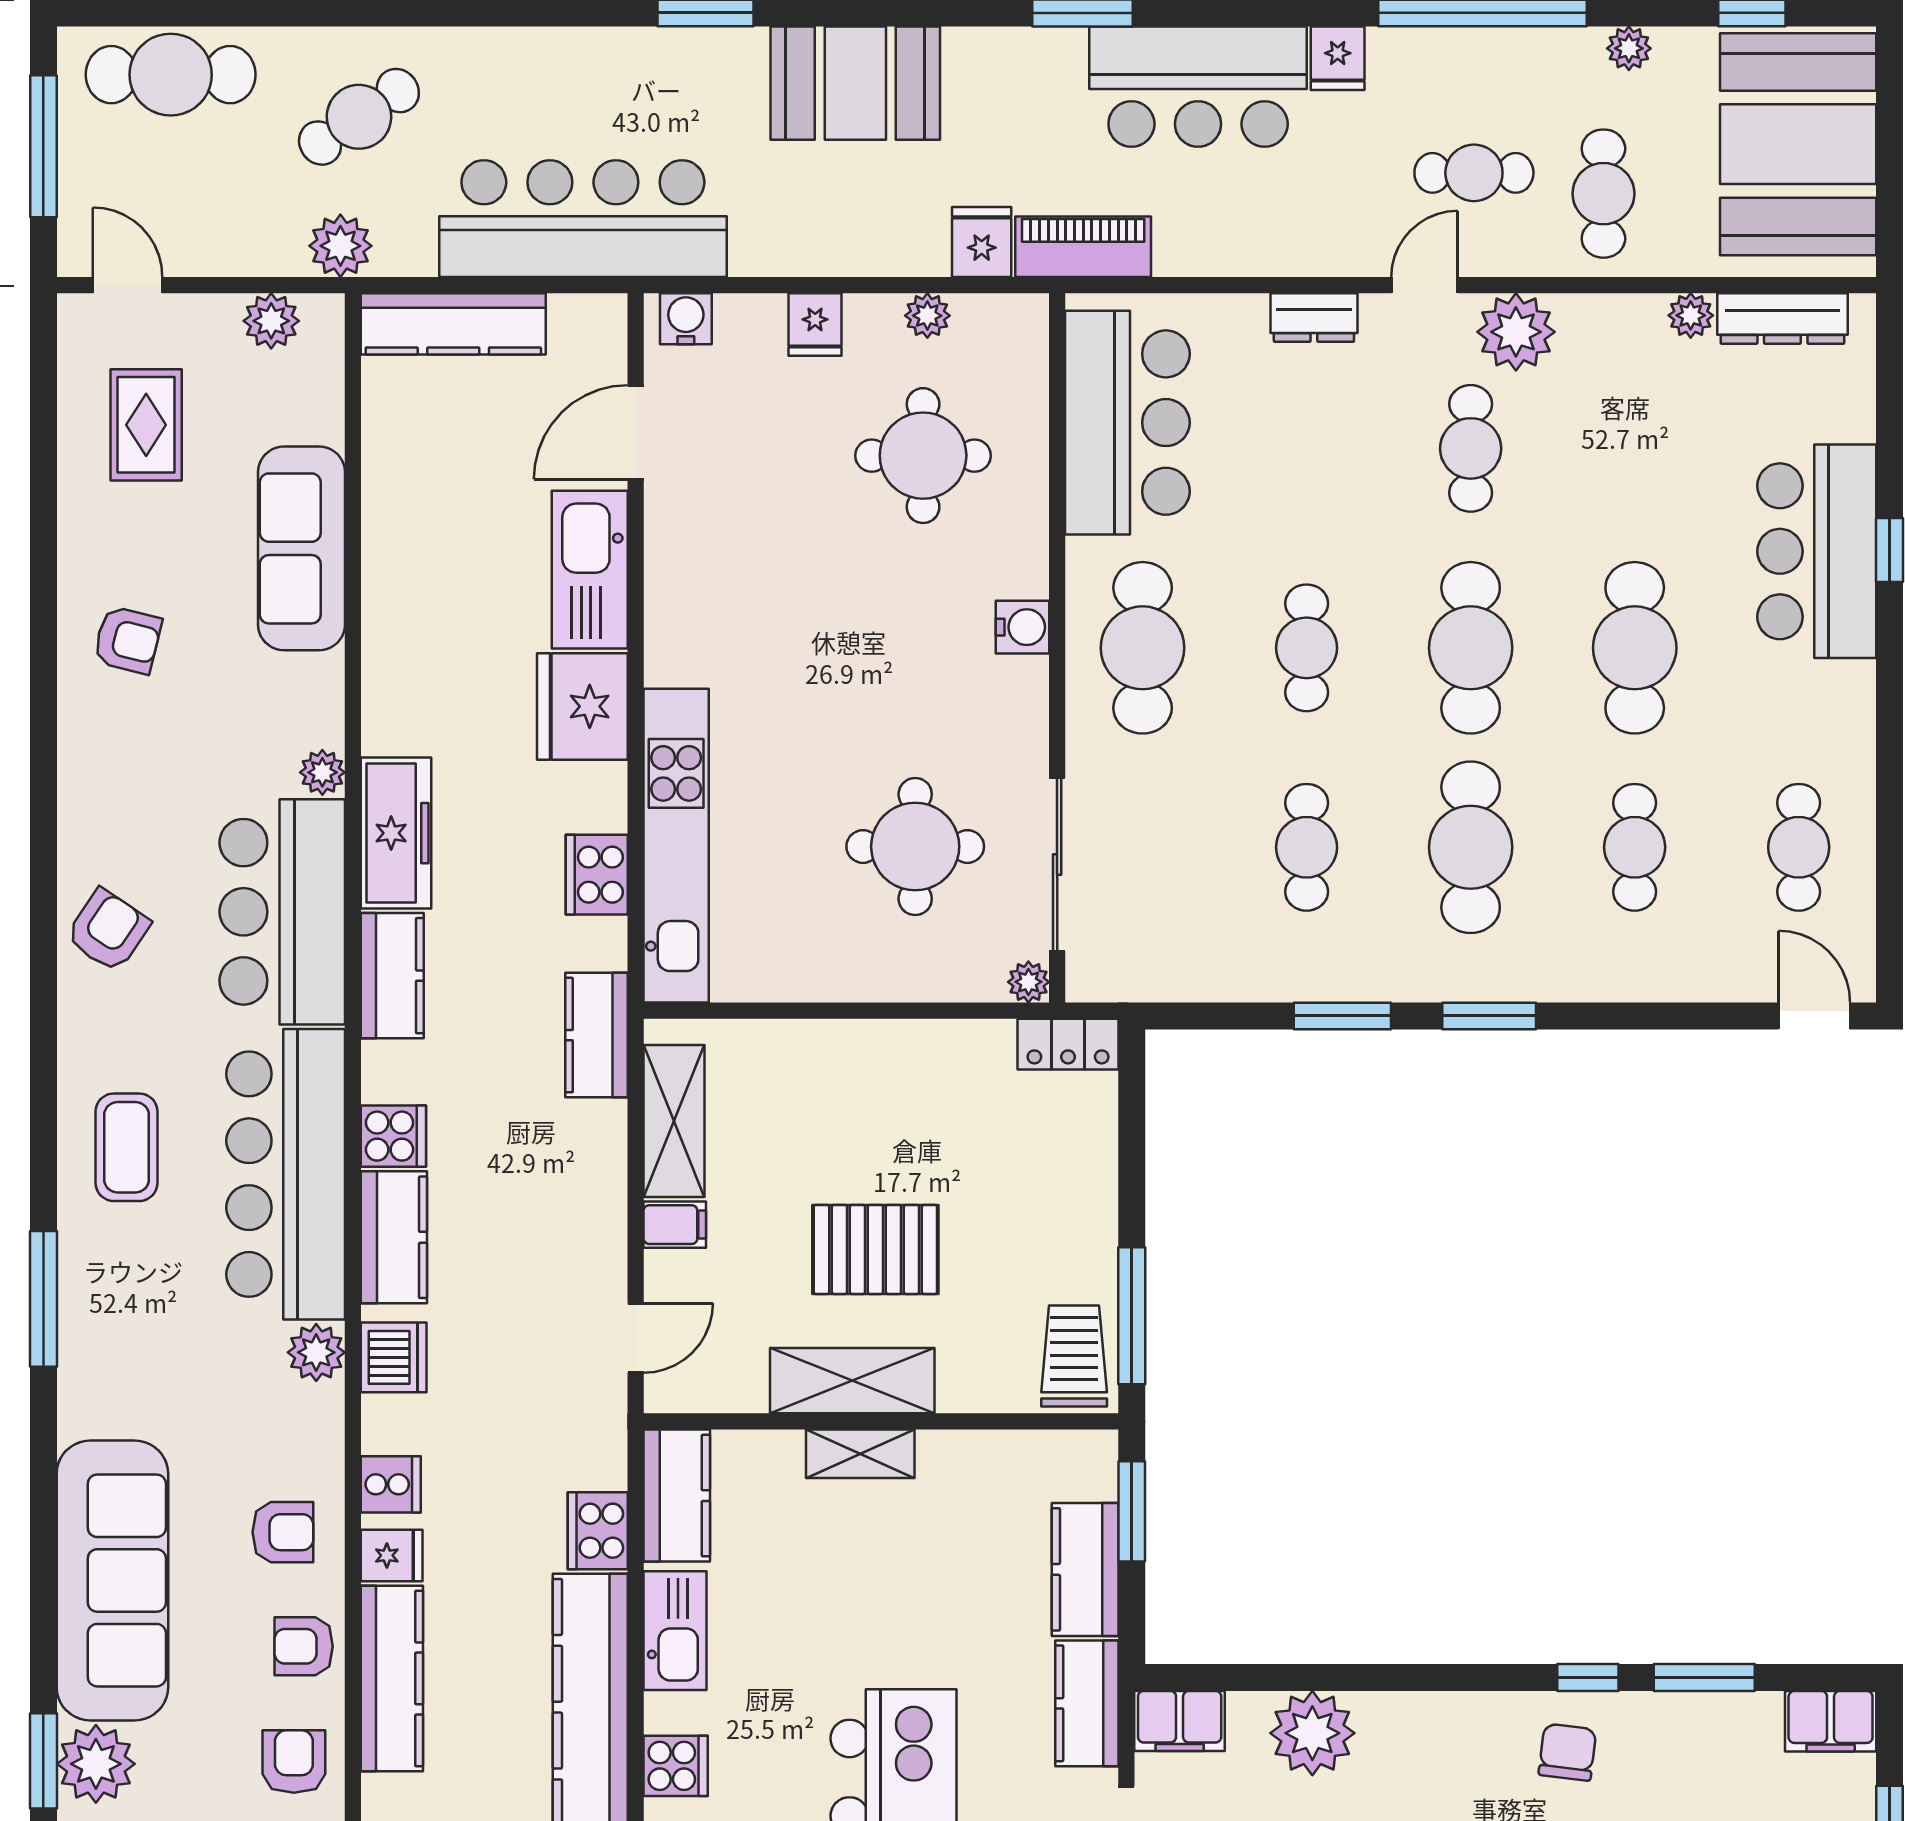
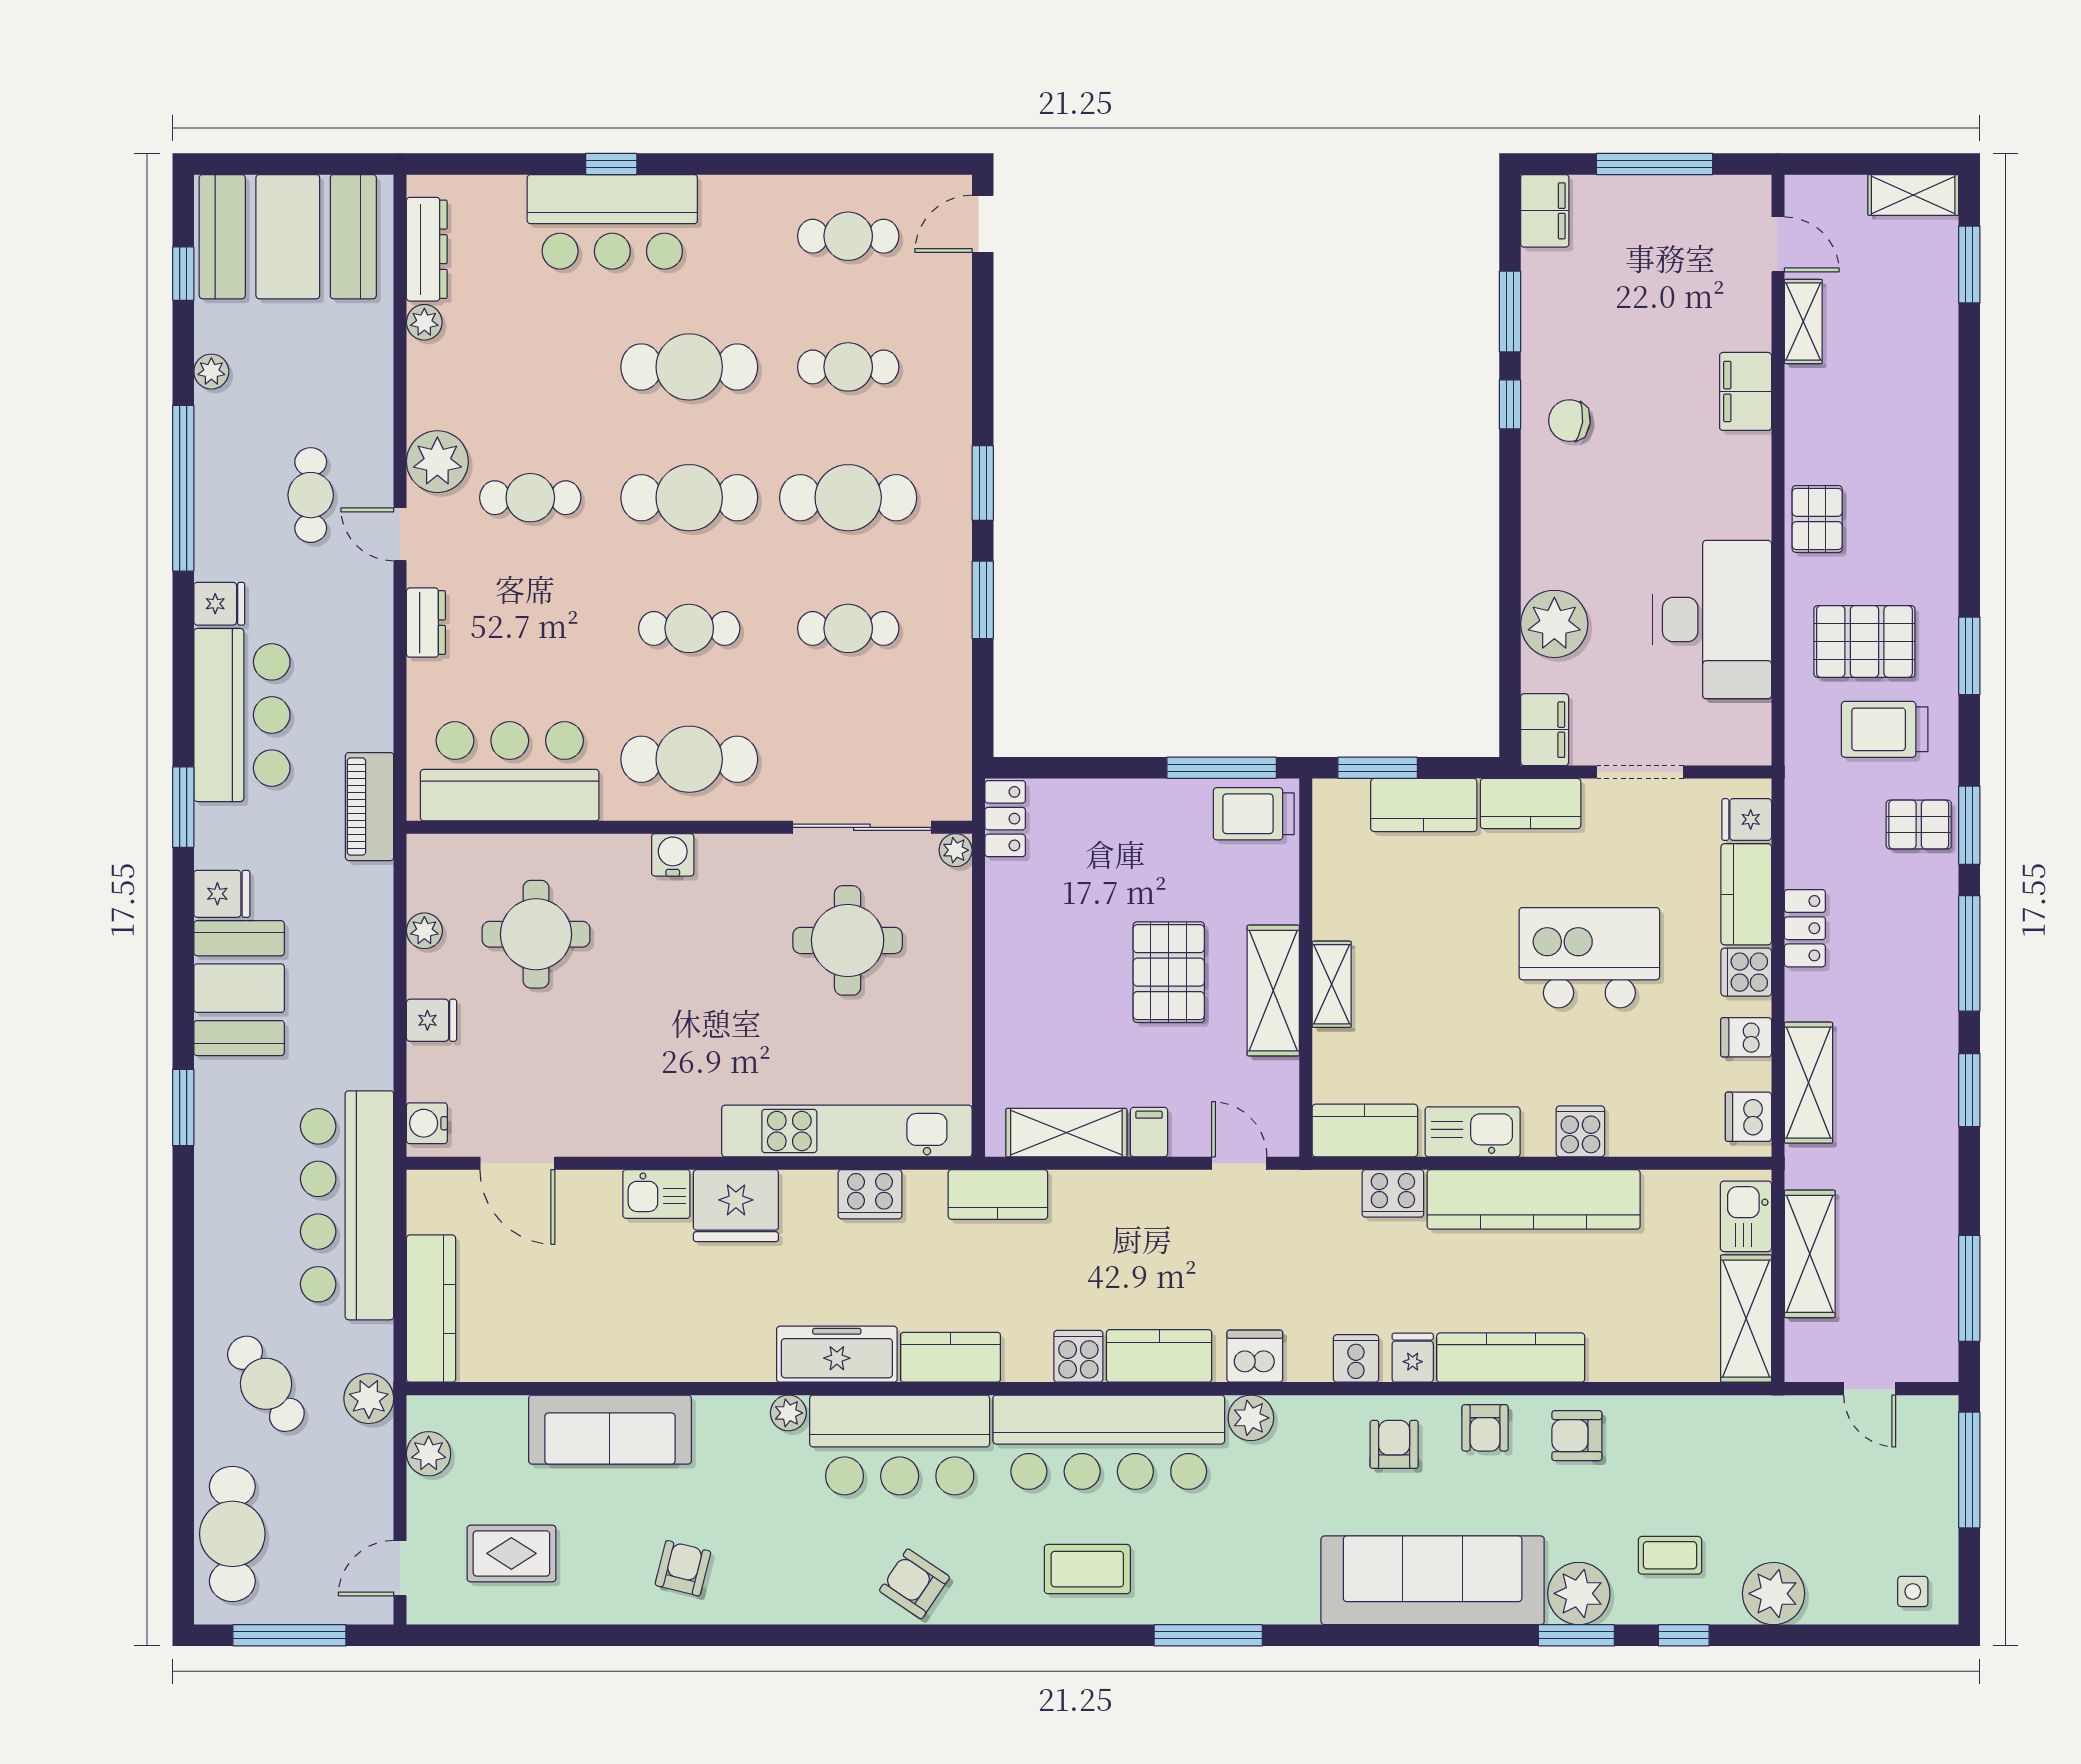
cafe table: (1603, 194) -> (327, 392), removed
fridge: (982, 242) -> (222, 894), moved, turned 180
kitchen sink: (590, 570) -> (656, 1194), width x0.53, depth x0.81

